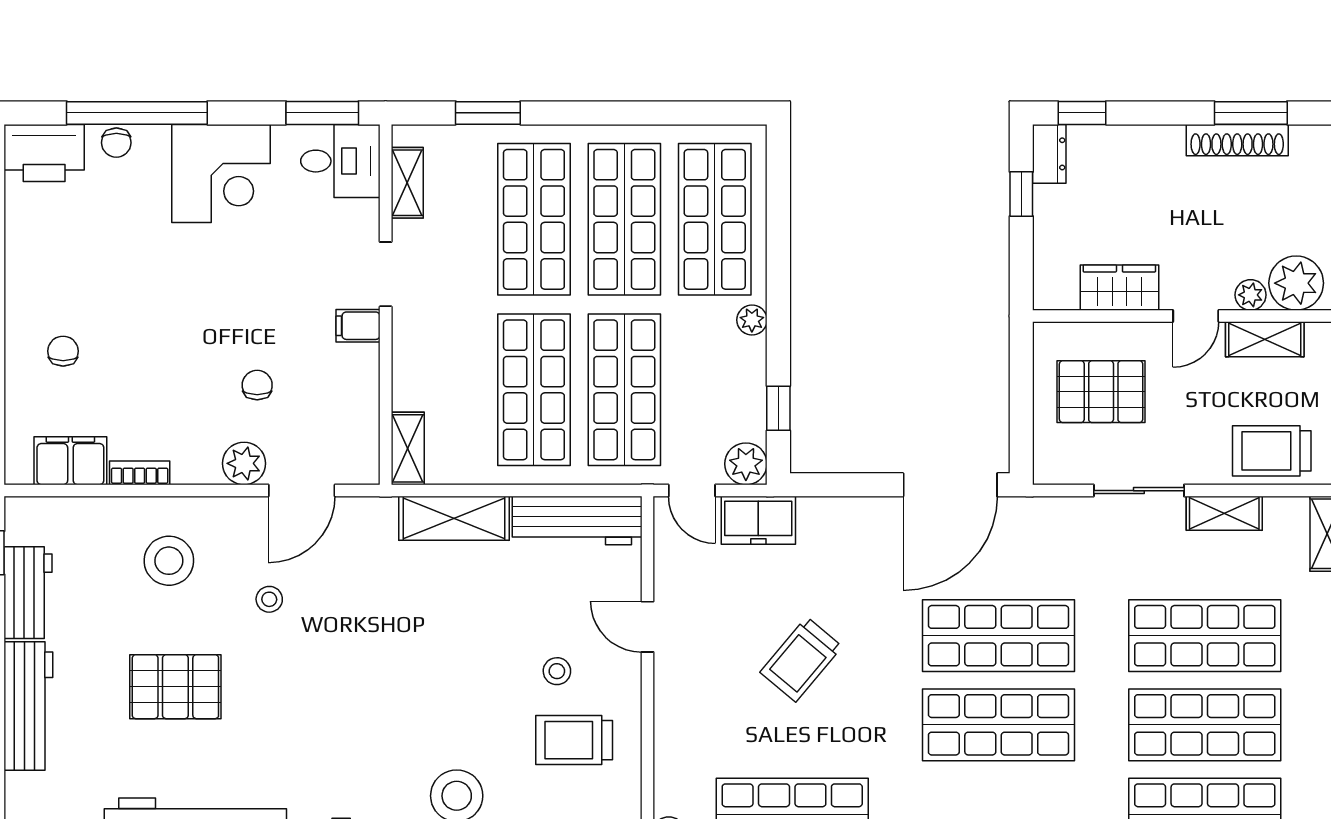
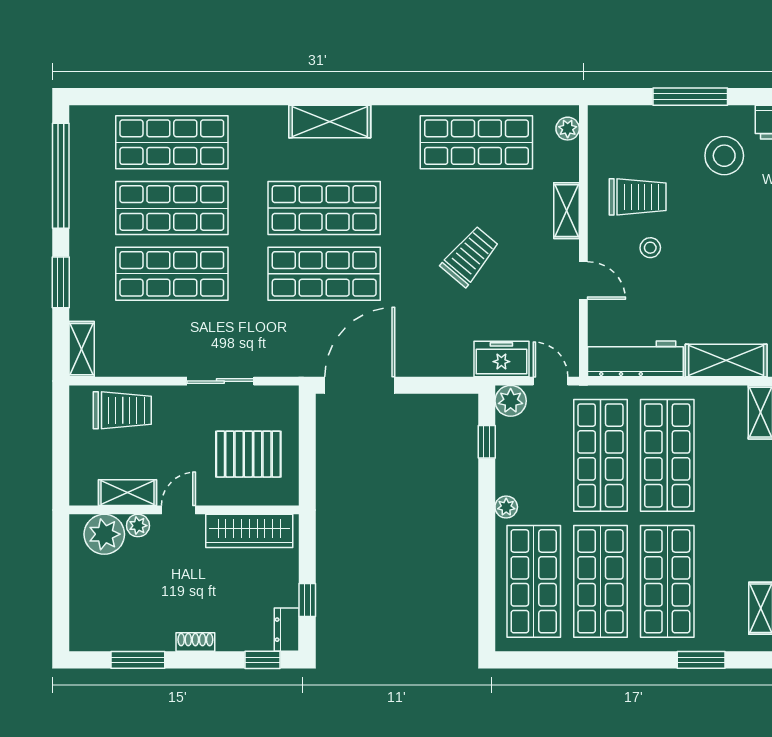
shoe rack: (1237, 140) -> (195, 642), moved, width x0.51, depth x0.81
wardrobe: (1119, 288) -> (249, 531), width x1.50
shelving: (1224, 513) -> (567, 211), moved, turned 90

